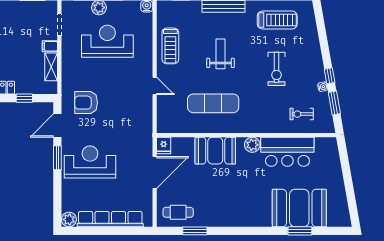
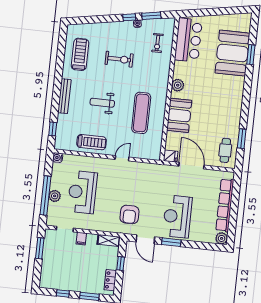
shelving: (51, 67) -> (109, 241), moved
bar counter: (287, 152) -> (188, 40), moved

